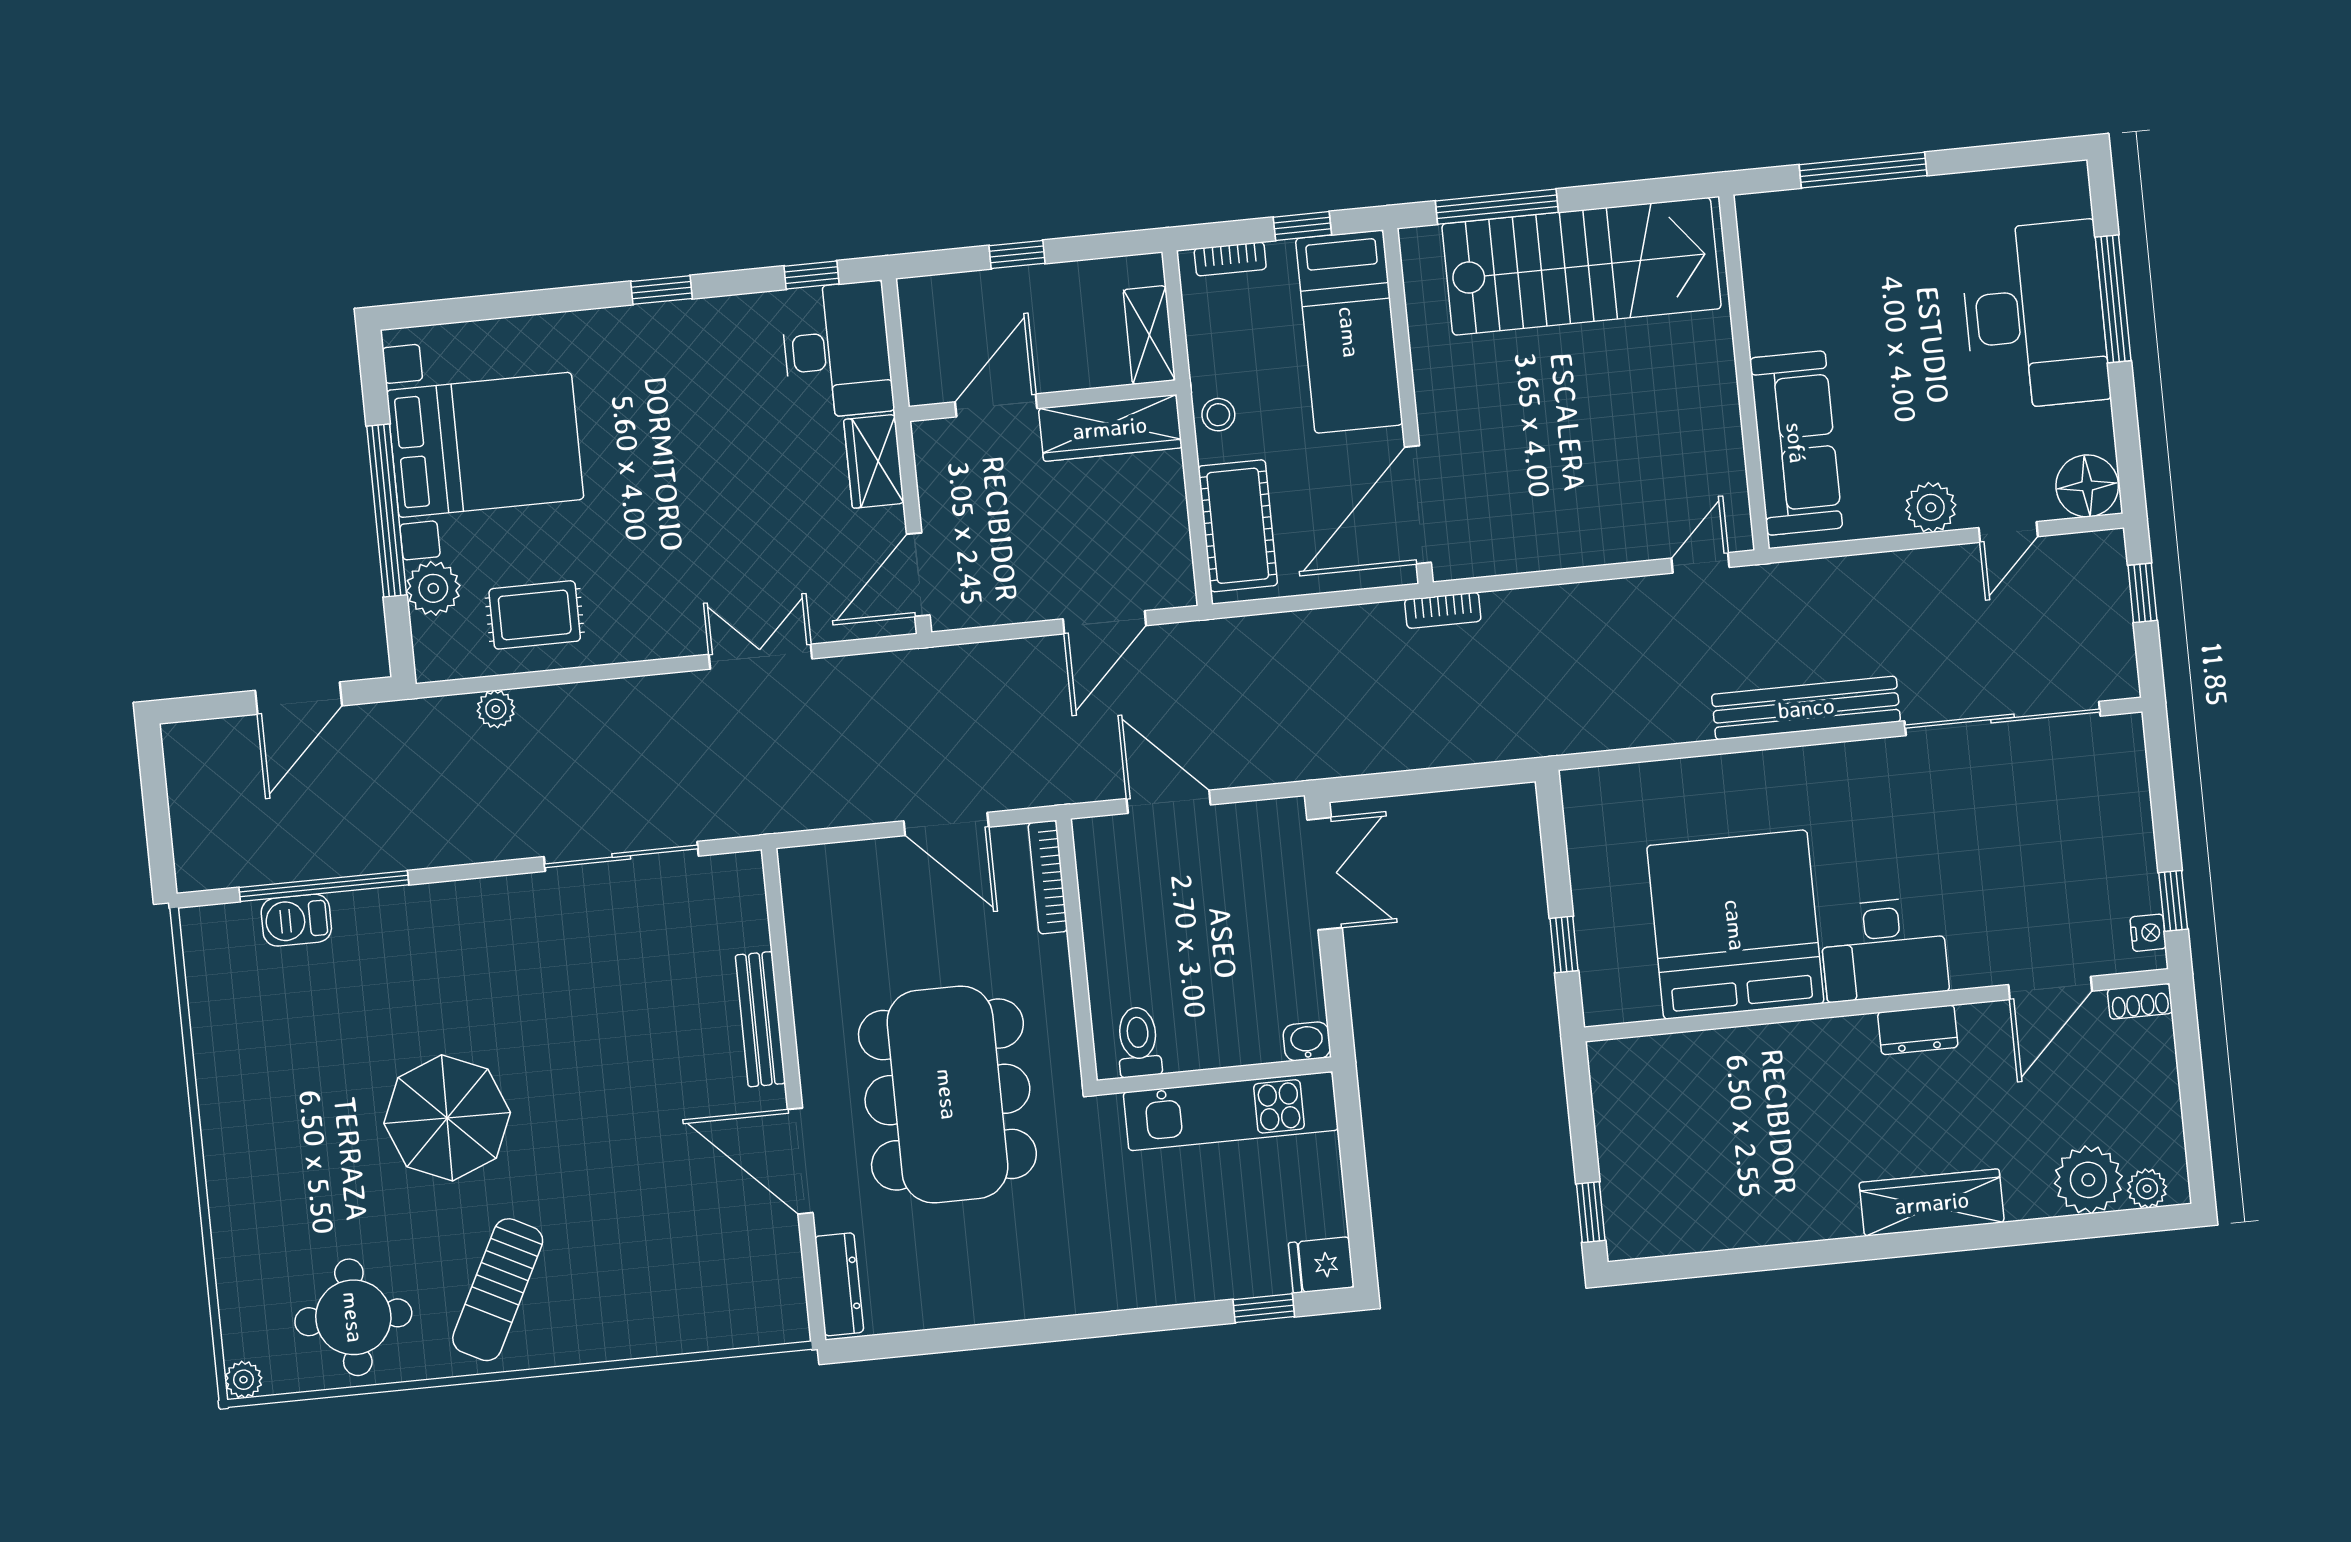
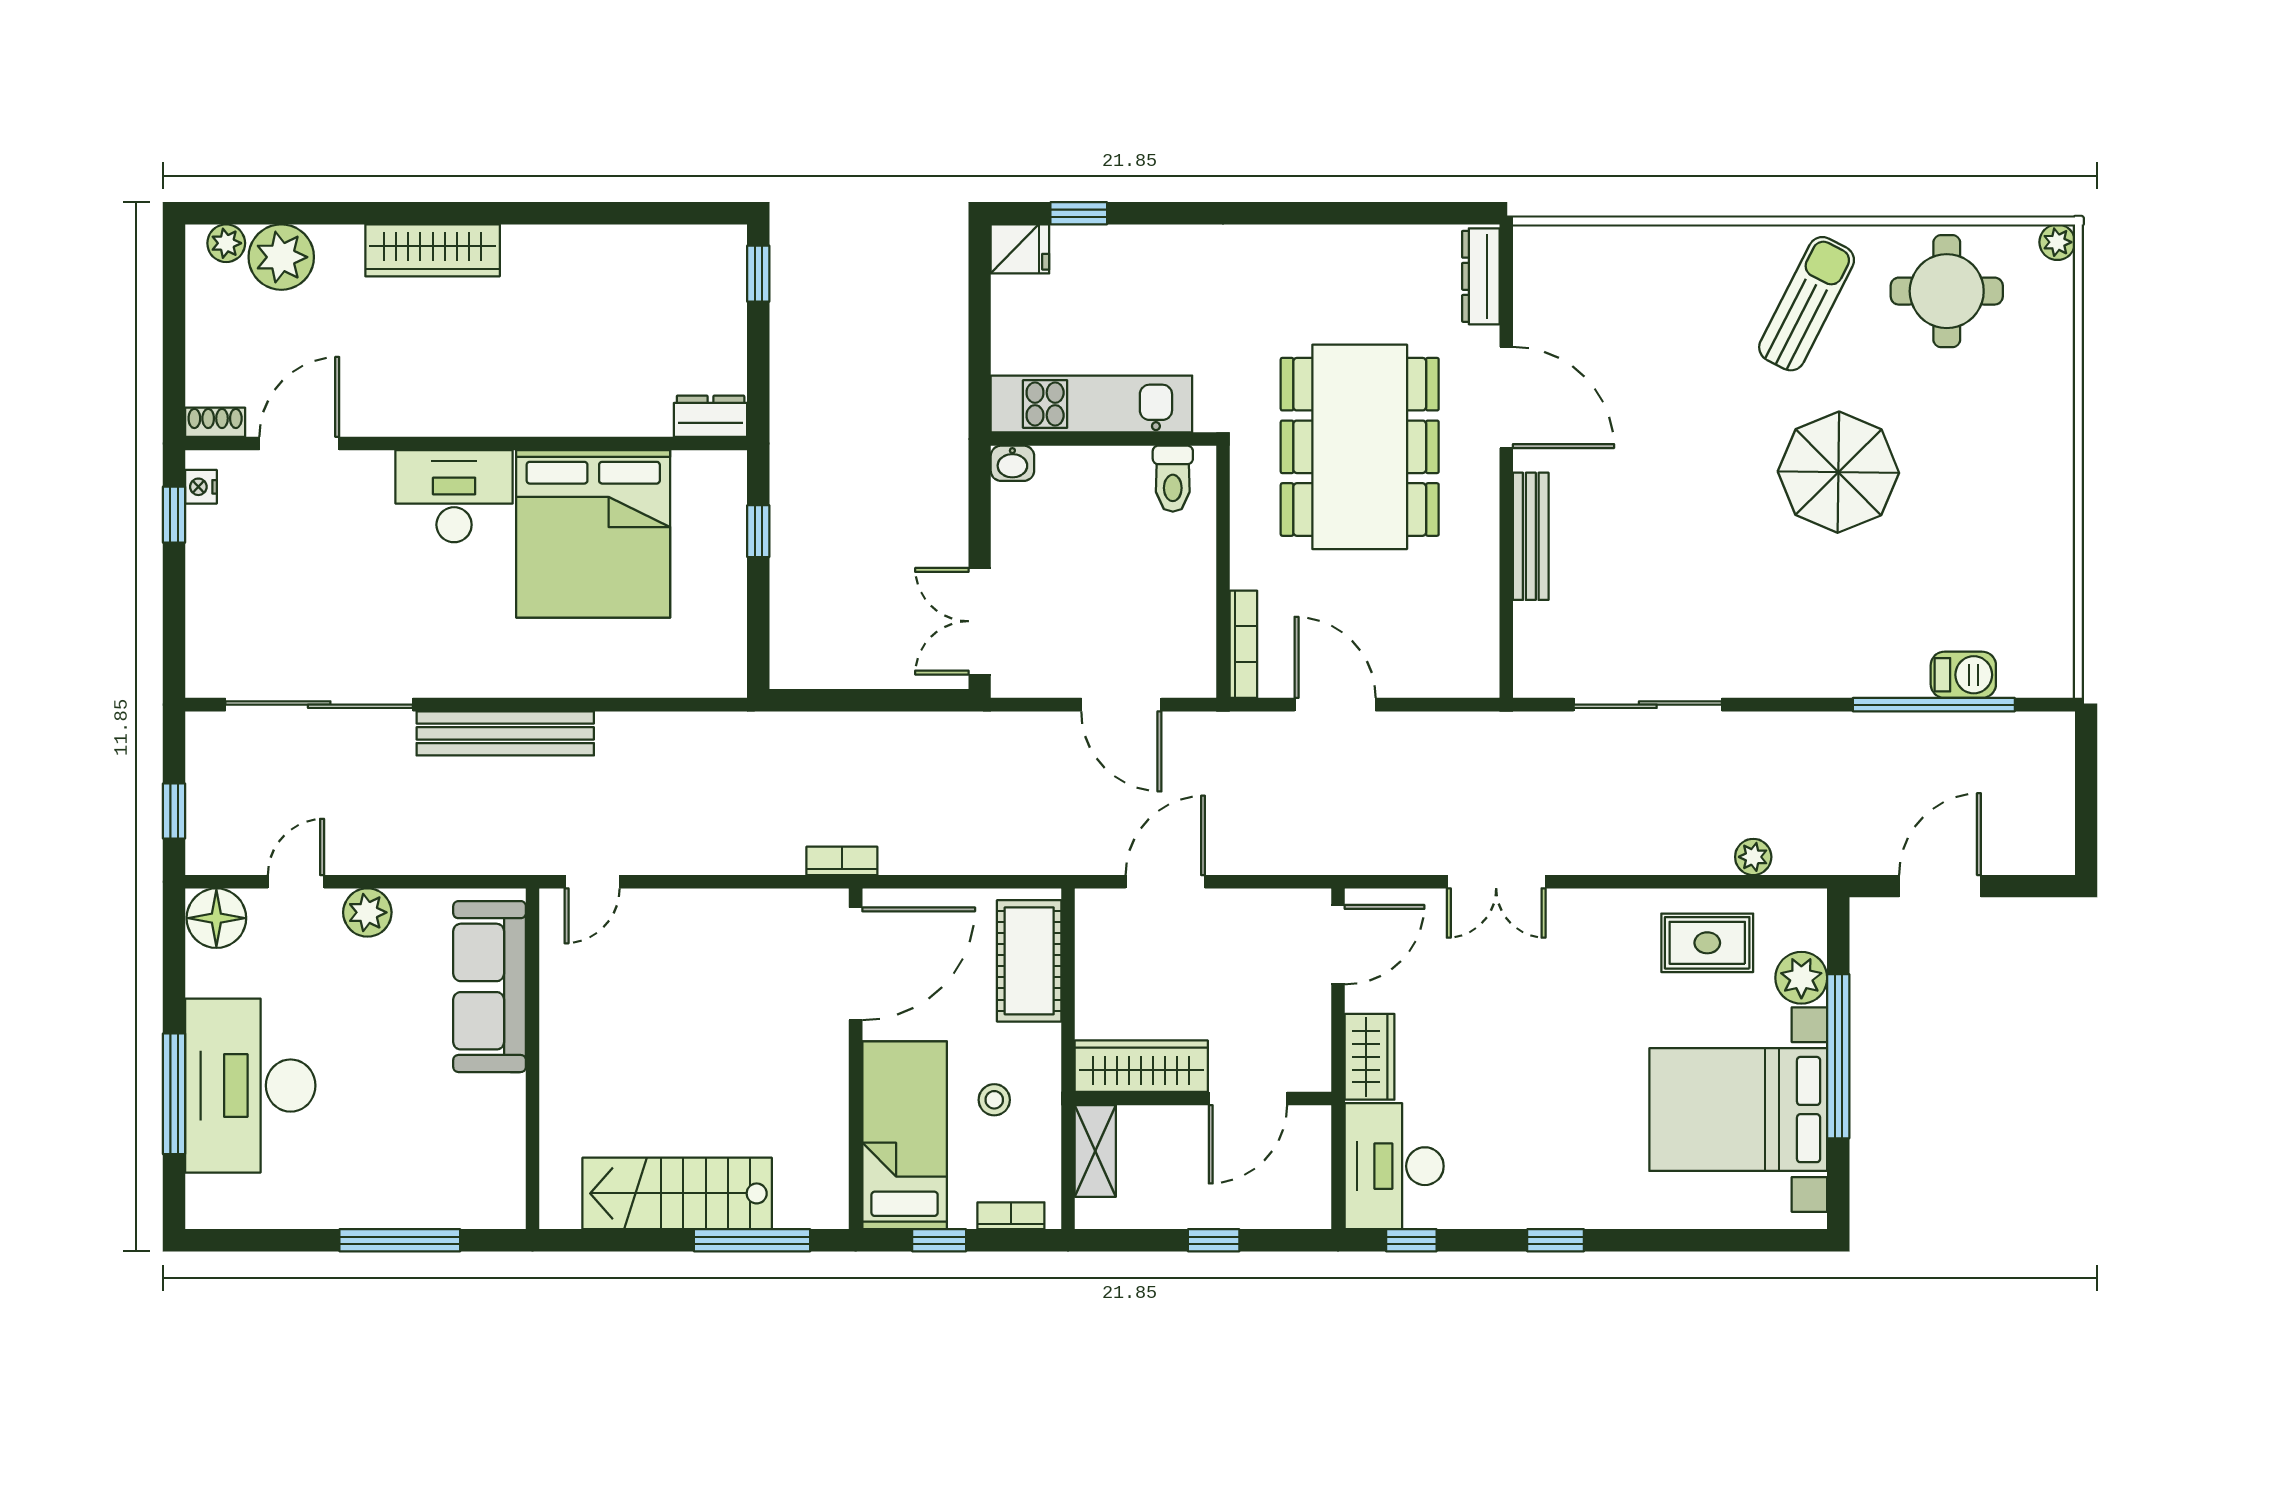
stairs: (1581, 266) -> (677, 1193), width x0.73, depth x0.66
stool: (1218, 415) -> (994, 1100), moved
dresser: (1918, 1030) -> (711, 416), moved

